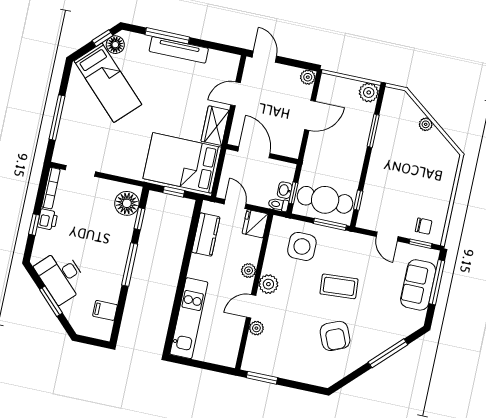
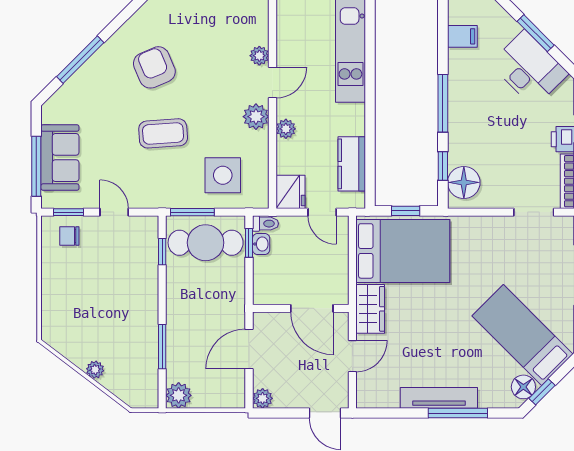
door: (254, 152) -> (312, 308), moved
wall: (262, 154) -> (301, 308), moved

